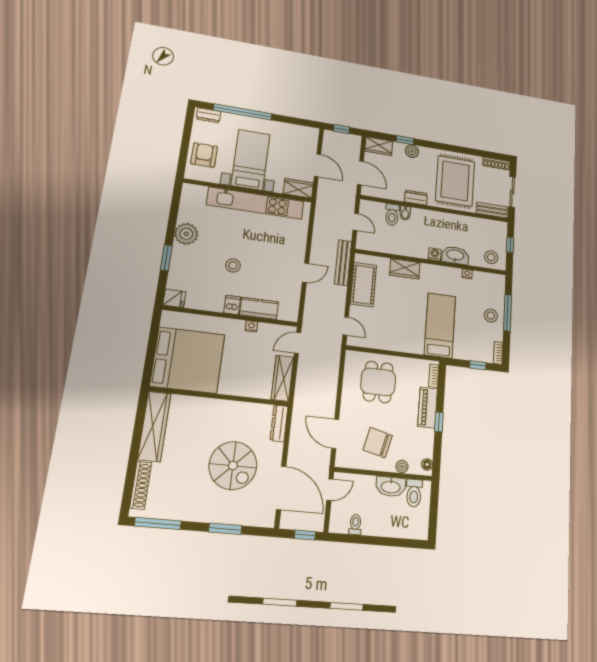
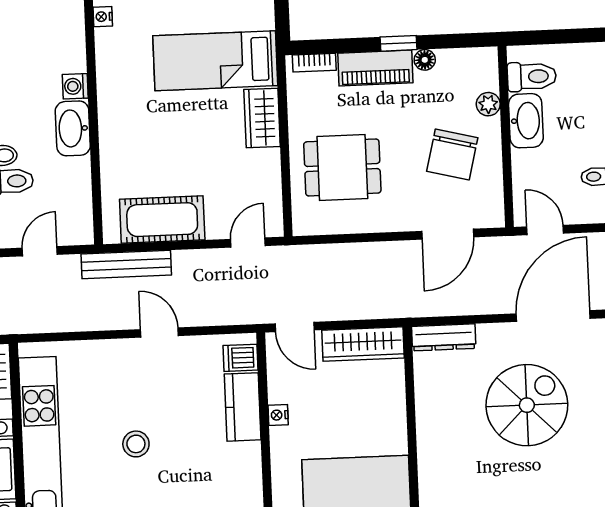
washbasin: (455, 255) -> (73, 128), moved
stool: (233, 265) -> (136, 444), moved
wardrobe: (405, 269) -> (262, 118), moved, turned 180
dishwasher: (232, 305) -> (240, 358), moved
floor lamp: (427, 464) -> (425, 60), moved

